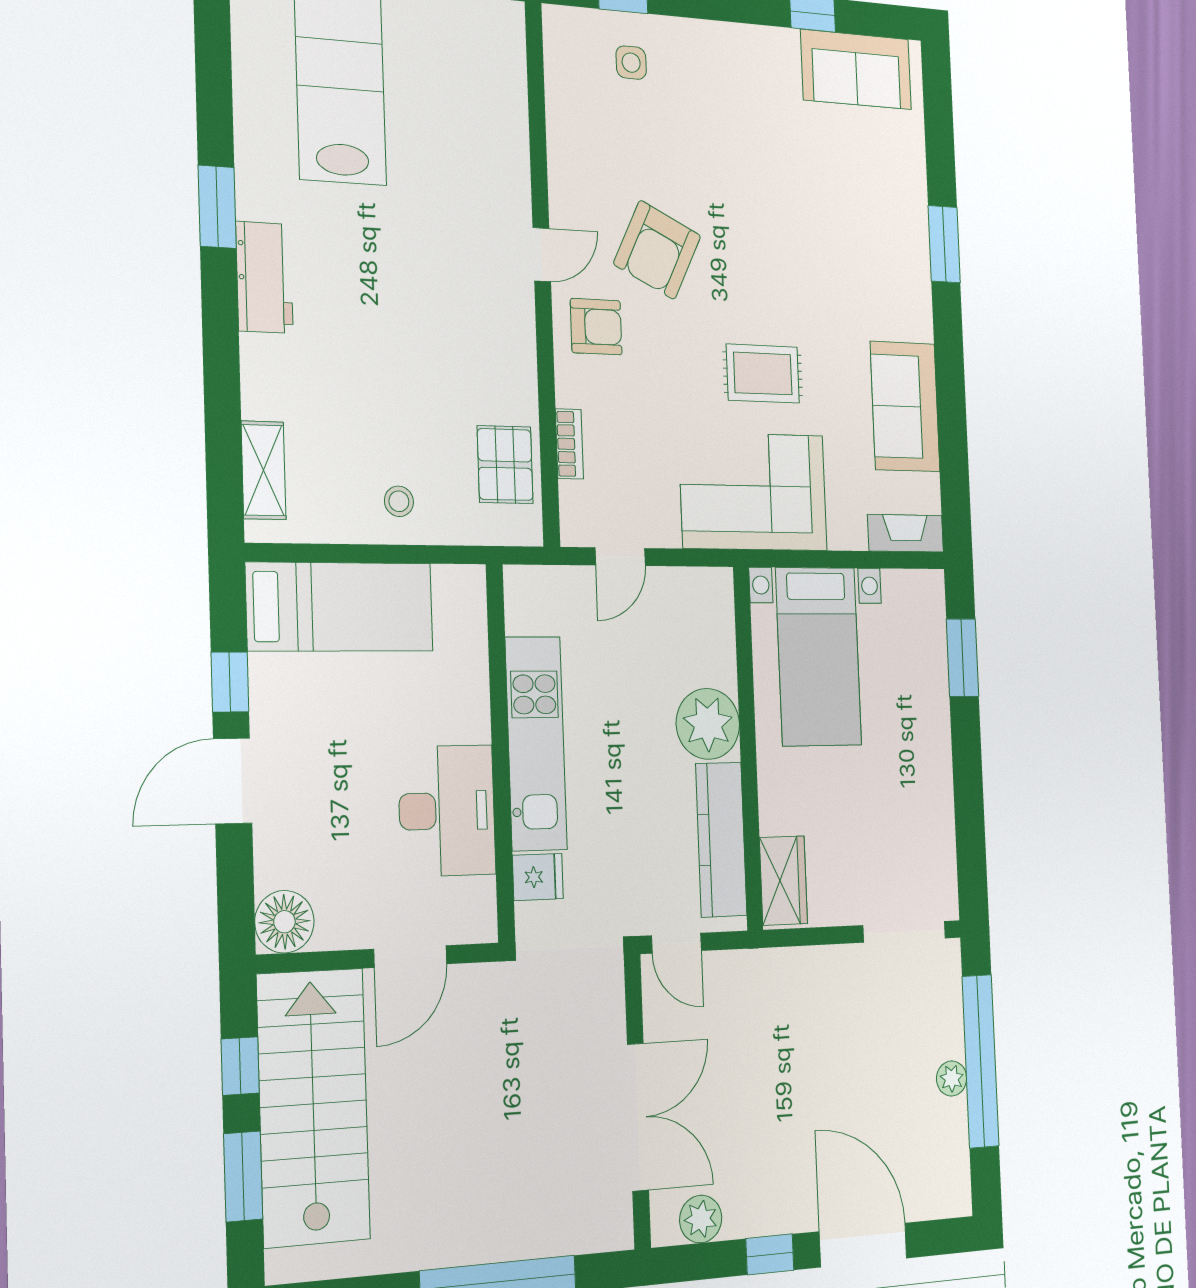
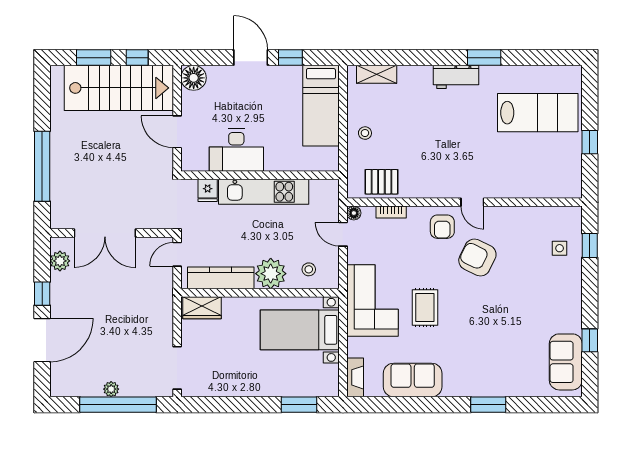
floor lamp: (575, 531) -> (354, 213), added
stool: (696, 636) -> (309, 269), added

